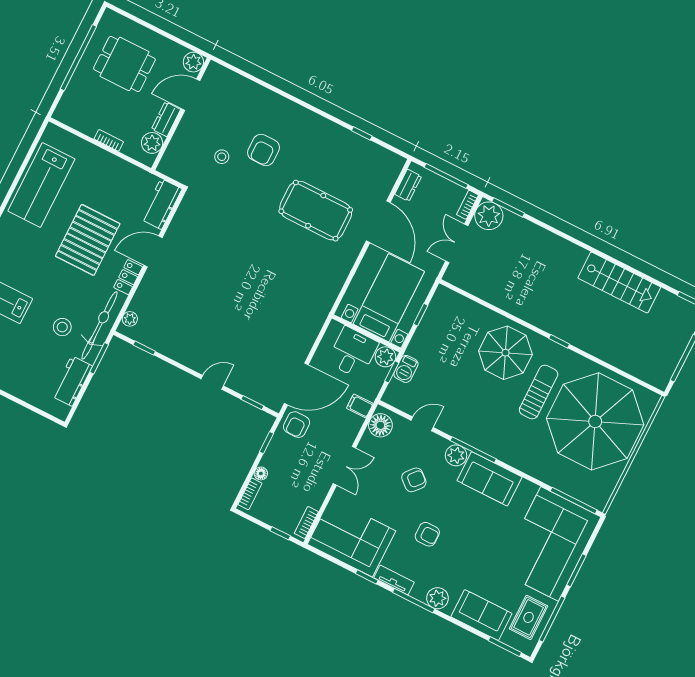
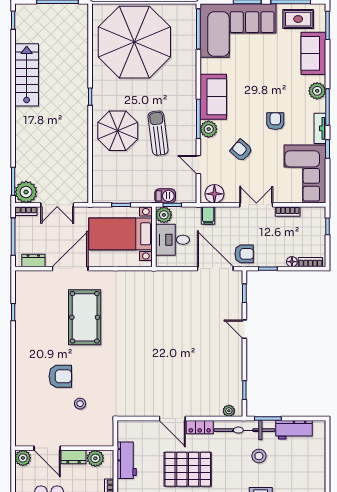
workbench: (161, 204) -> (127, 460), moved, turned -90
sun lounger: (539, 392) -> (158, 133), moved, turned 83
bookcase: (306, 523) -> (288, 212), moved

